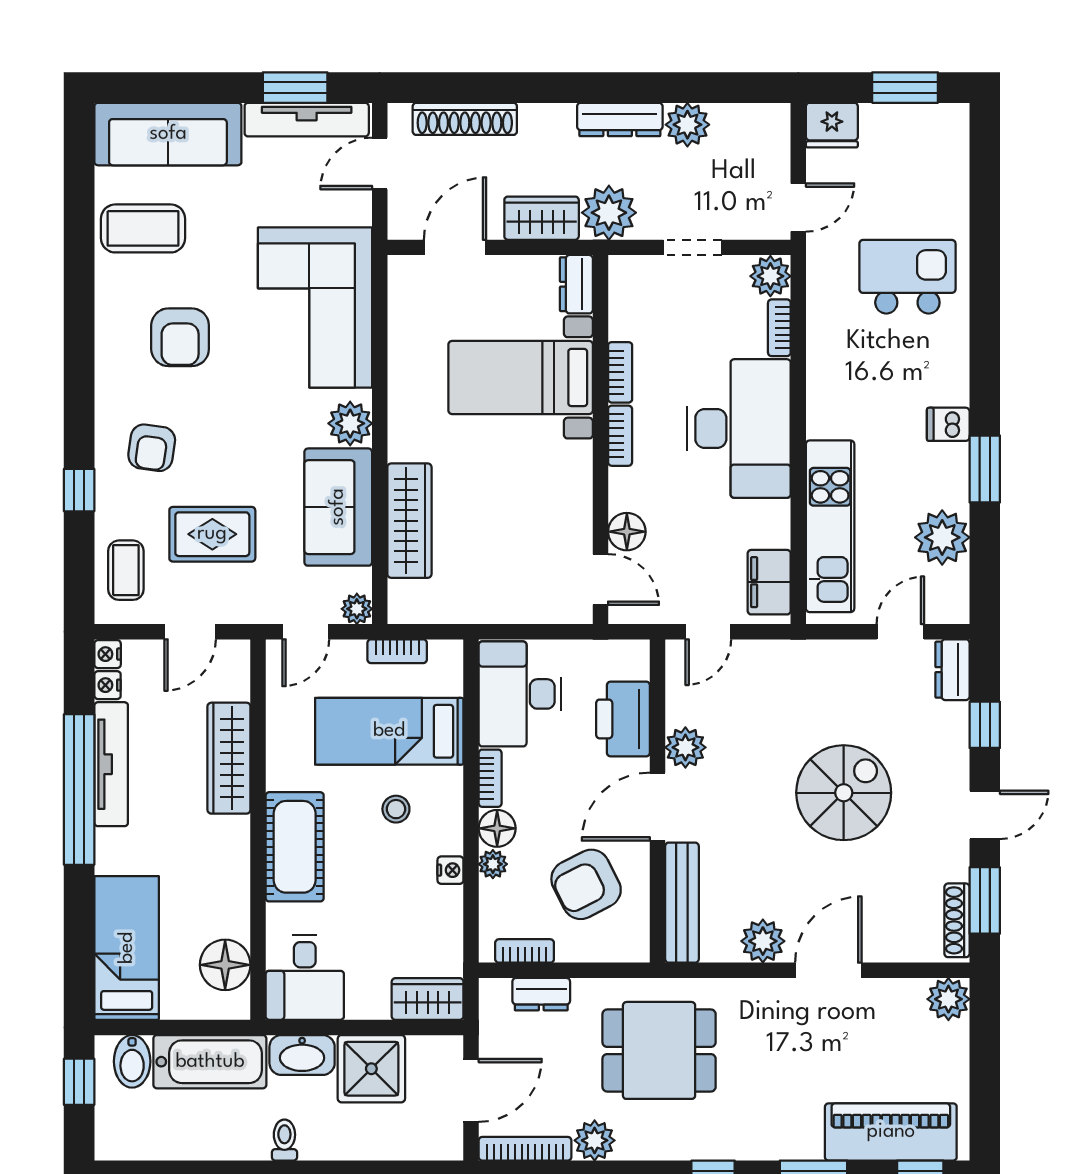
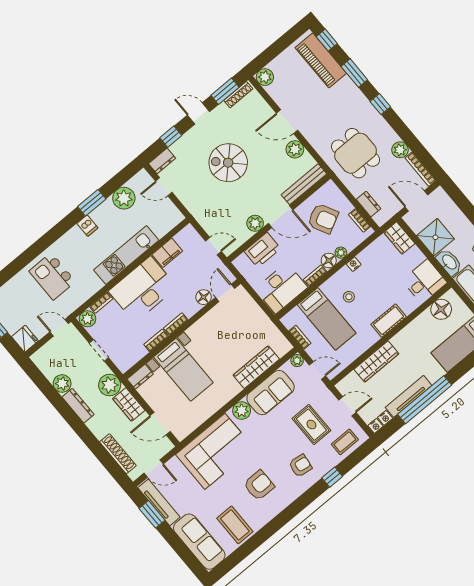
kitchen unit: (830, 526) -> (126, 255), moved
filing cabinet: (769, 582) -> (167, 253), moved
cot: (295, 847) -> (389, 321), width x0.73, depth x0.75

